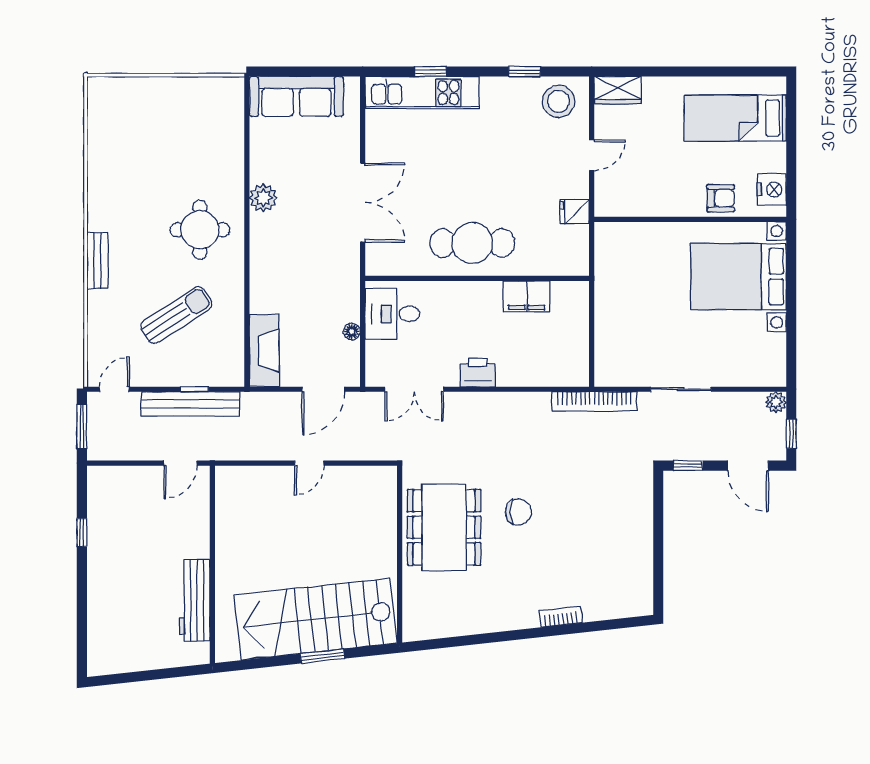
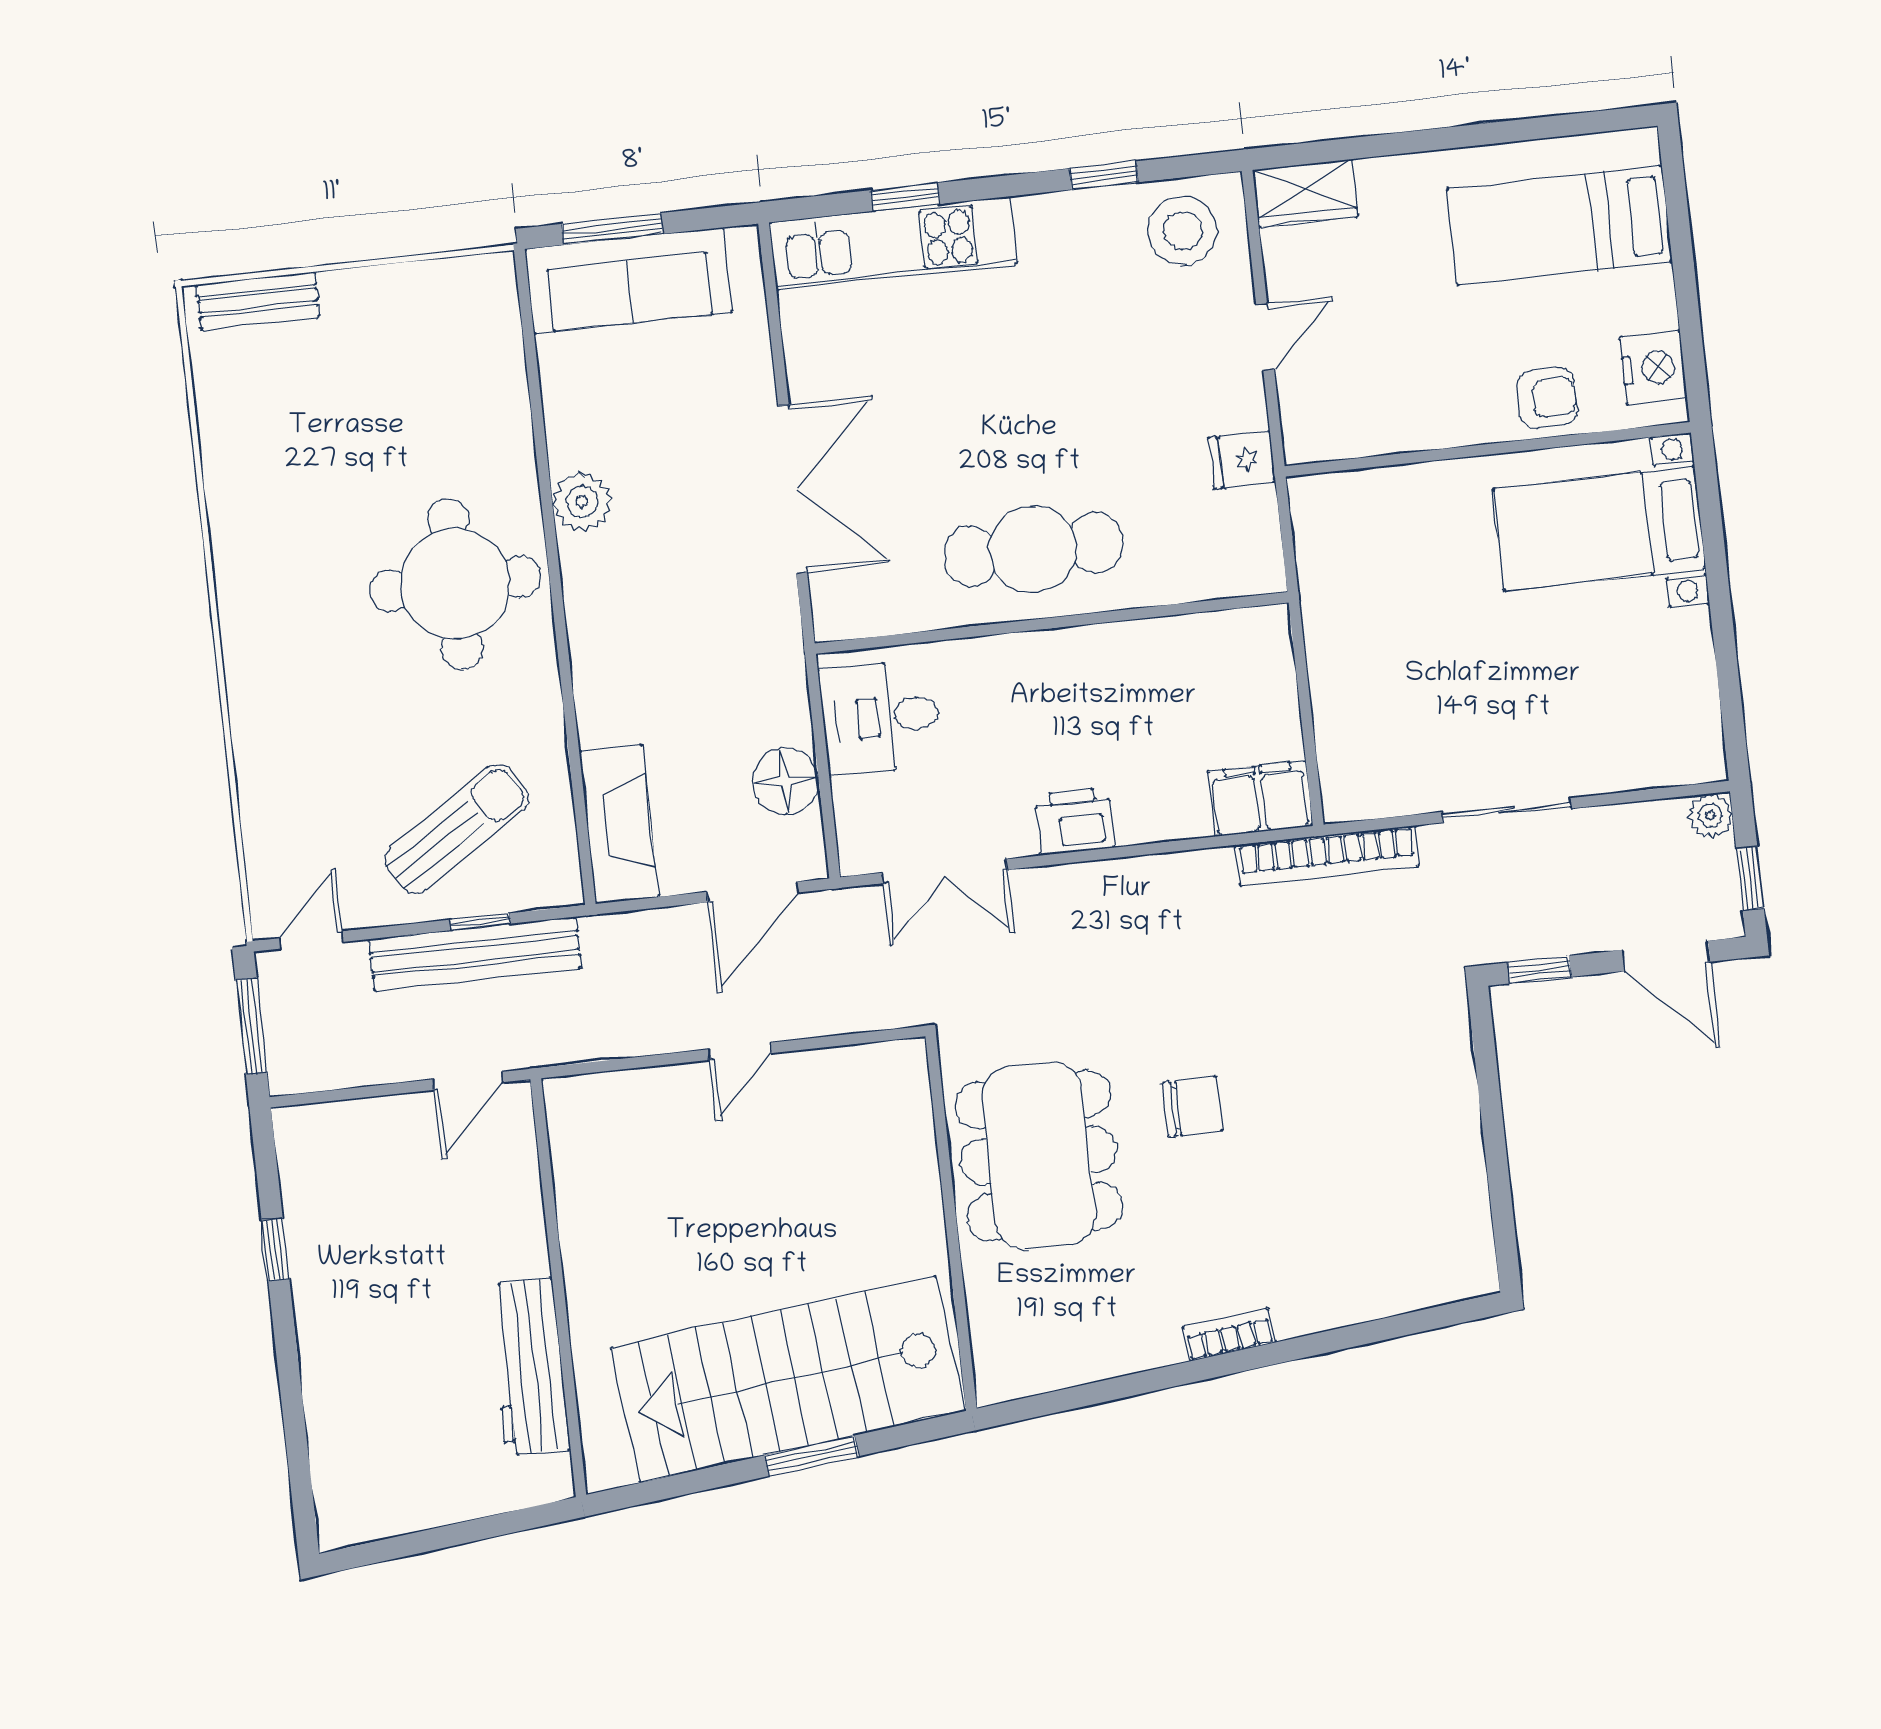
window: (291, 72) -> (612, 229), added
round table: (200, 230) -> (455, 584), width x1.36, depth x1.36
bench: (98, 261) -> (258, 301), moved, turned 90
bed with nightstands: (738, 277) -> (1599, 529), width x0.73
filing cabinet: (527, 296) -> (1260, 798), moved, turned 180
sun lounger: (176, 315) -> (457, 829), moved
floor lamp: (352, 332) -> (785, 781), width x1.89, depth x1.89
bookcase: (561, 617) -> (1229, 1335), moved

